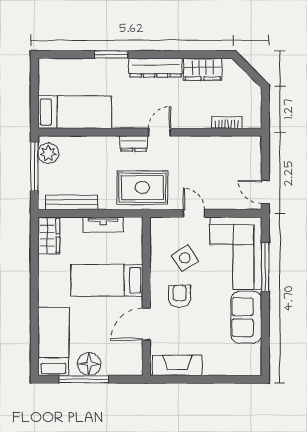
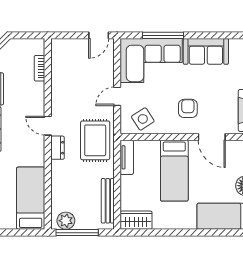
tv unit: (103, 225) -> (127, 157), moved
side table: (185, 258) -> (143, 119), moved
armchair: (180, 296) -> (188, 108), turned 90

